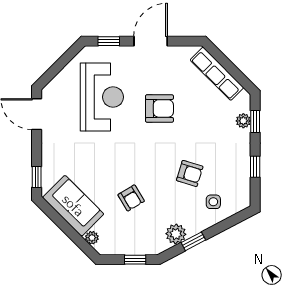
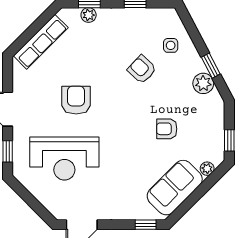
reception desk: (102, 97) -> (64, 158), turned 180
armchair: (190, 173) -> (142, 69), turned -64
armchair: (131, 198) -> (167, 129), turned -149
window: (135, 260) -> (229, 140), moved

